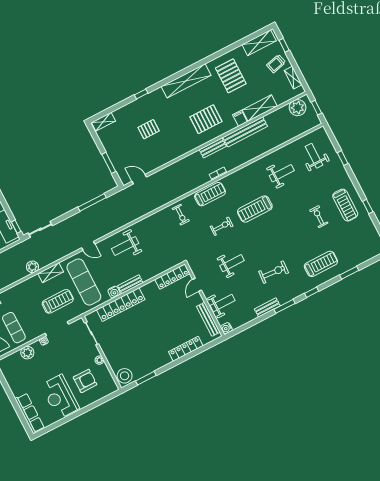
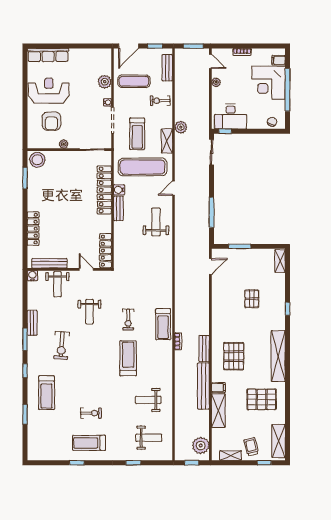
weight bench: (282, 173) -> (148, 400), turned 90
exercise bike: (181, 215) -> (160, 101), moved

